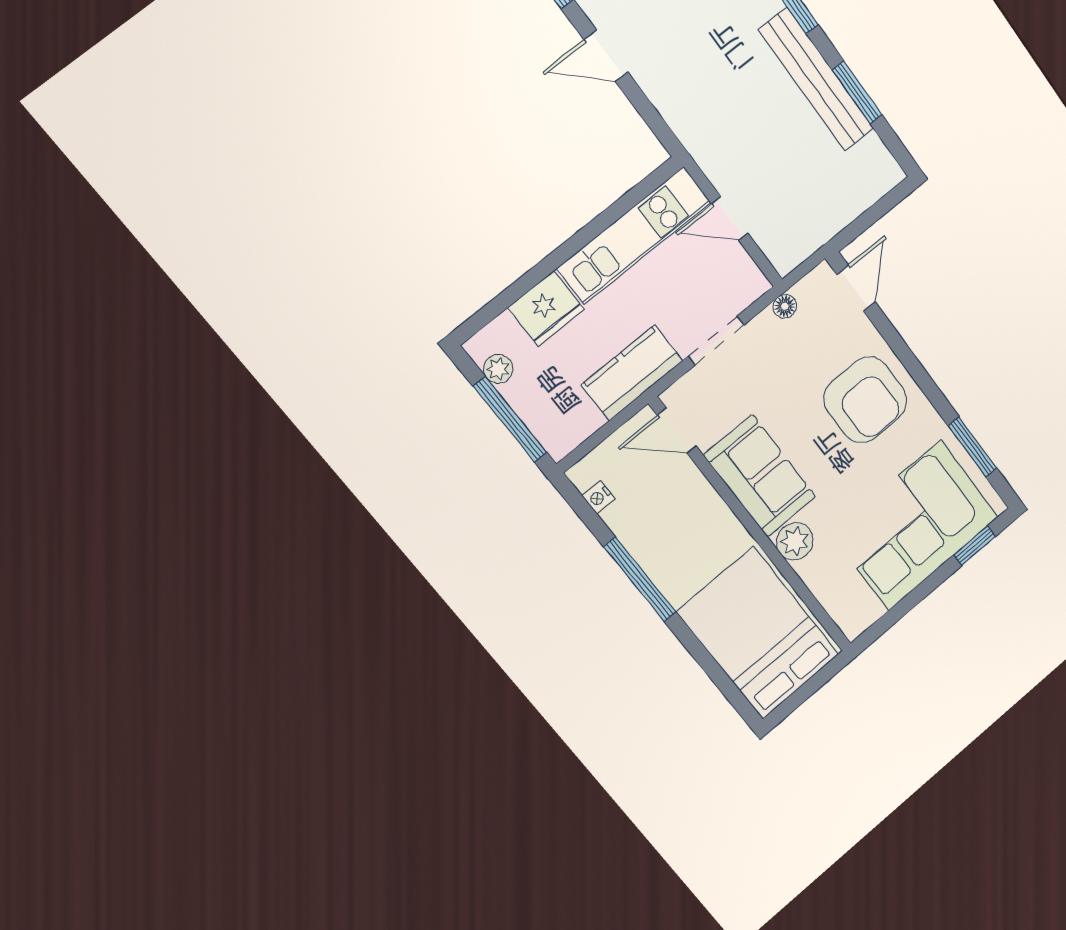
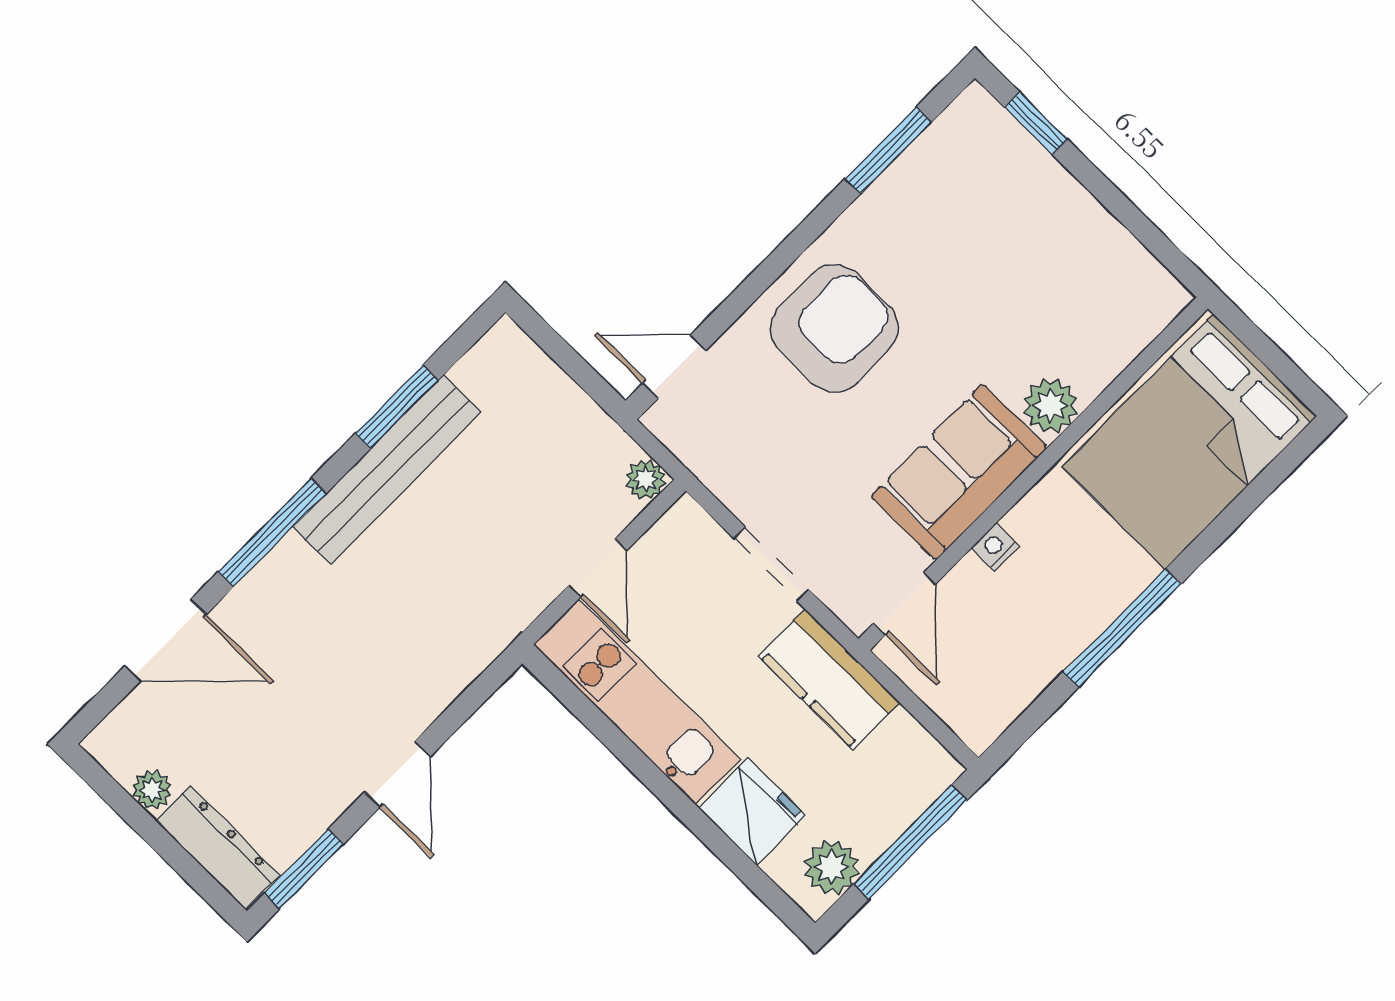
plant: (785, 260) -> (646, 479), added
floor lamp: (785, 306) -> (712, 470), removed
plant: (498, 369) -> (831, 867), width x1.38, depth x1.38
nightstand: (599, 497) -> (995, 547), moved, turned 180
corner sofa: (915, 525) -> (1013, 223), removed

